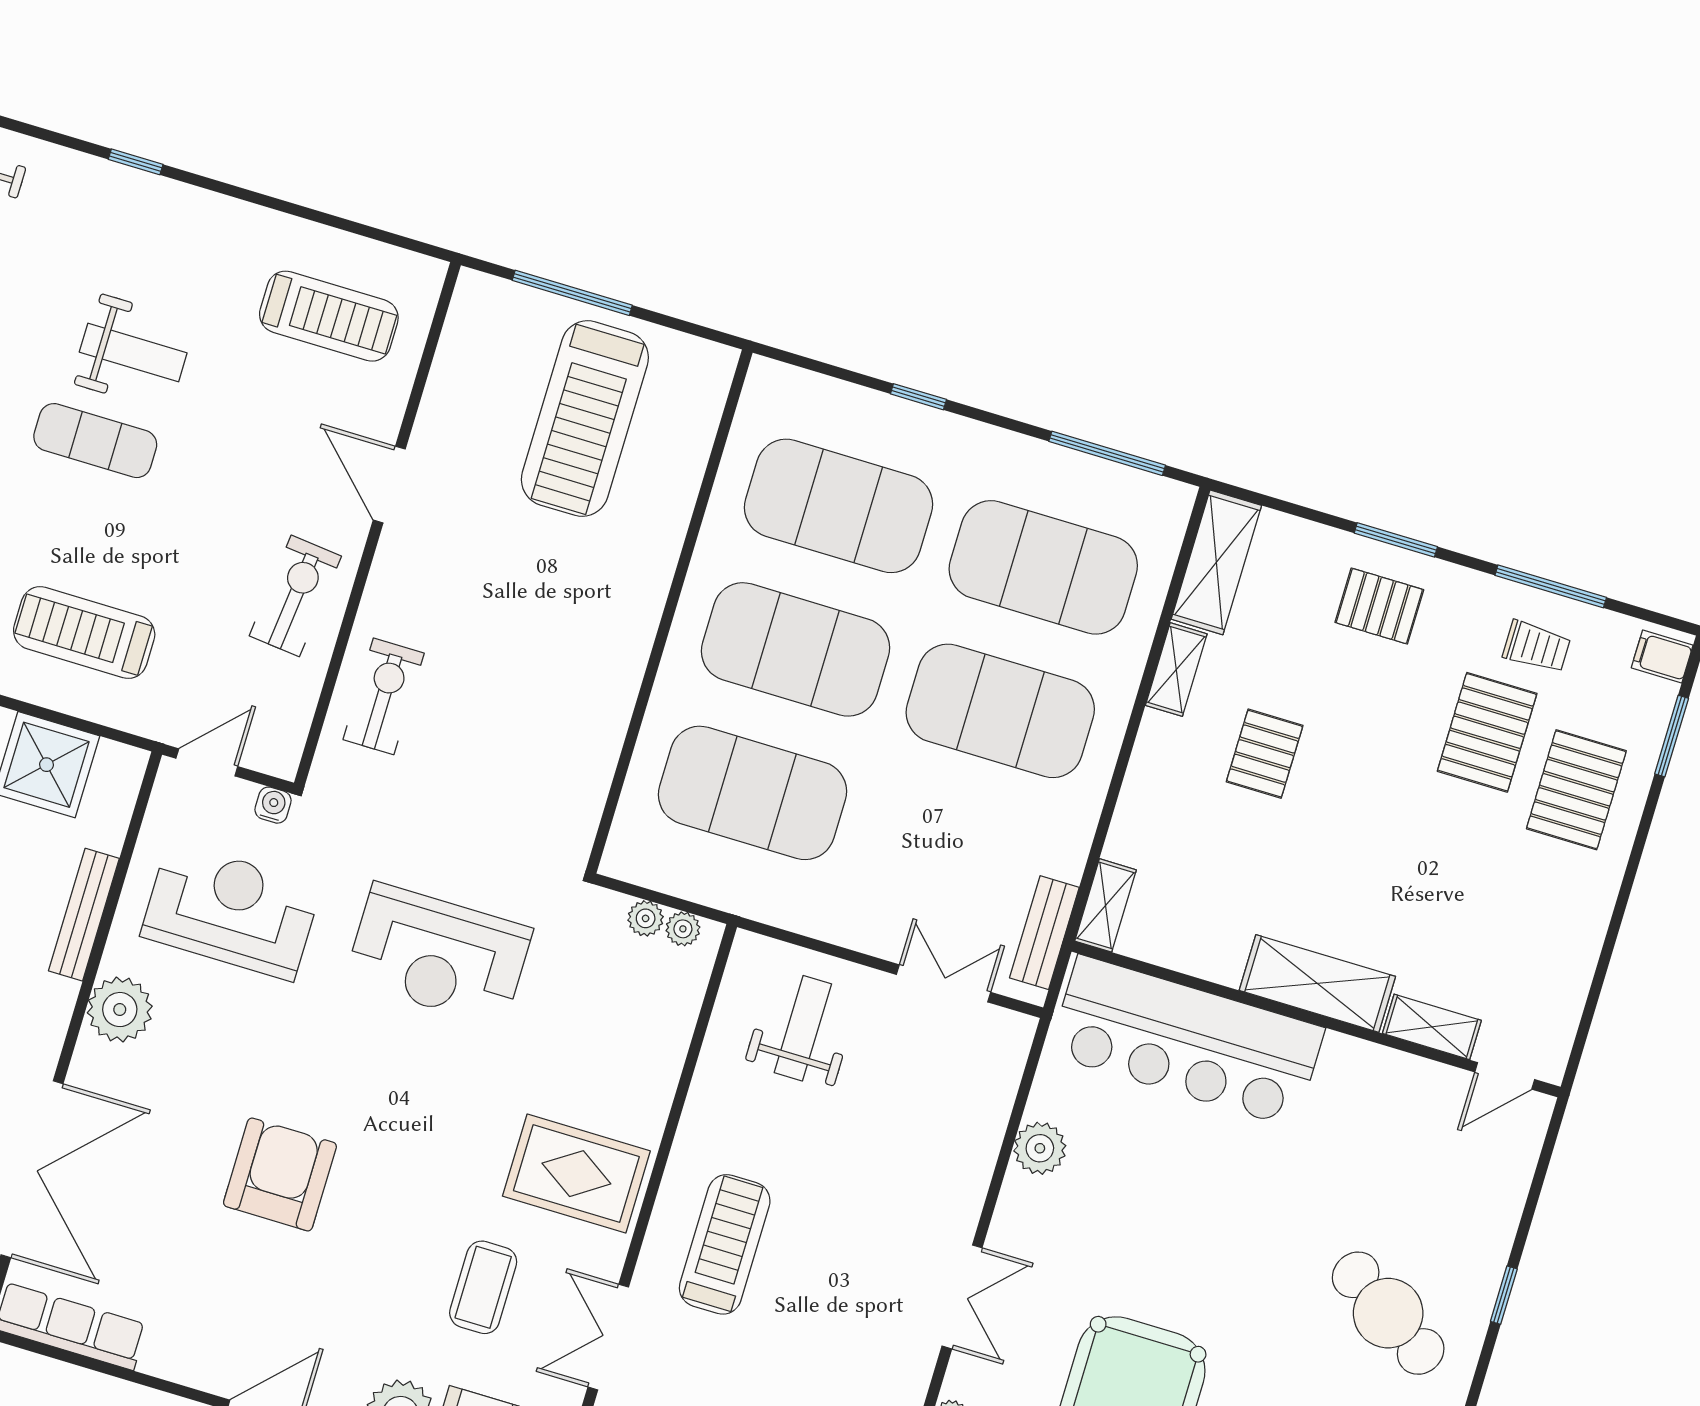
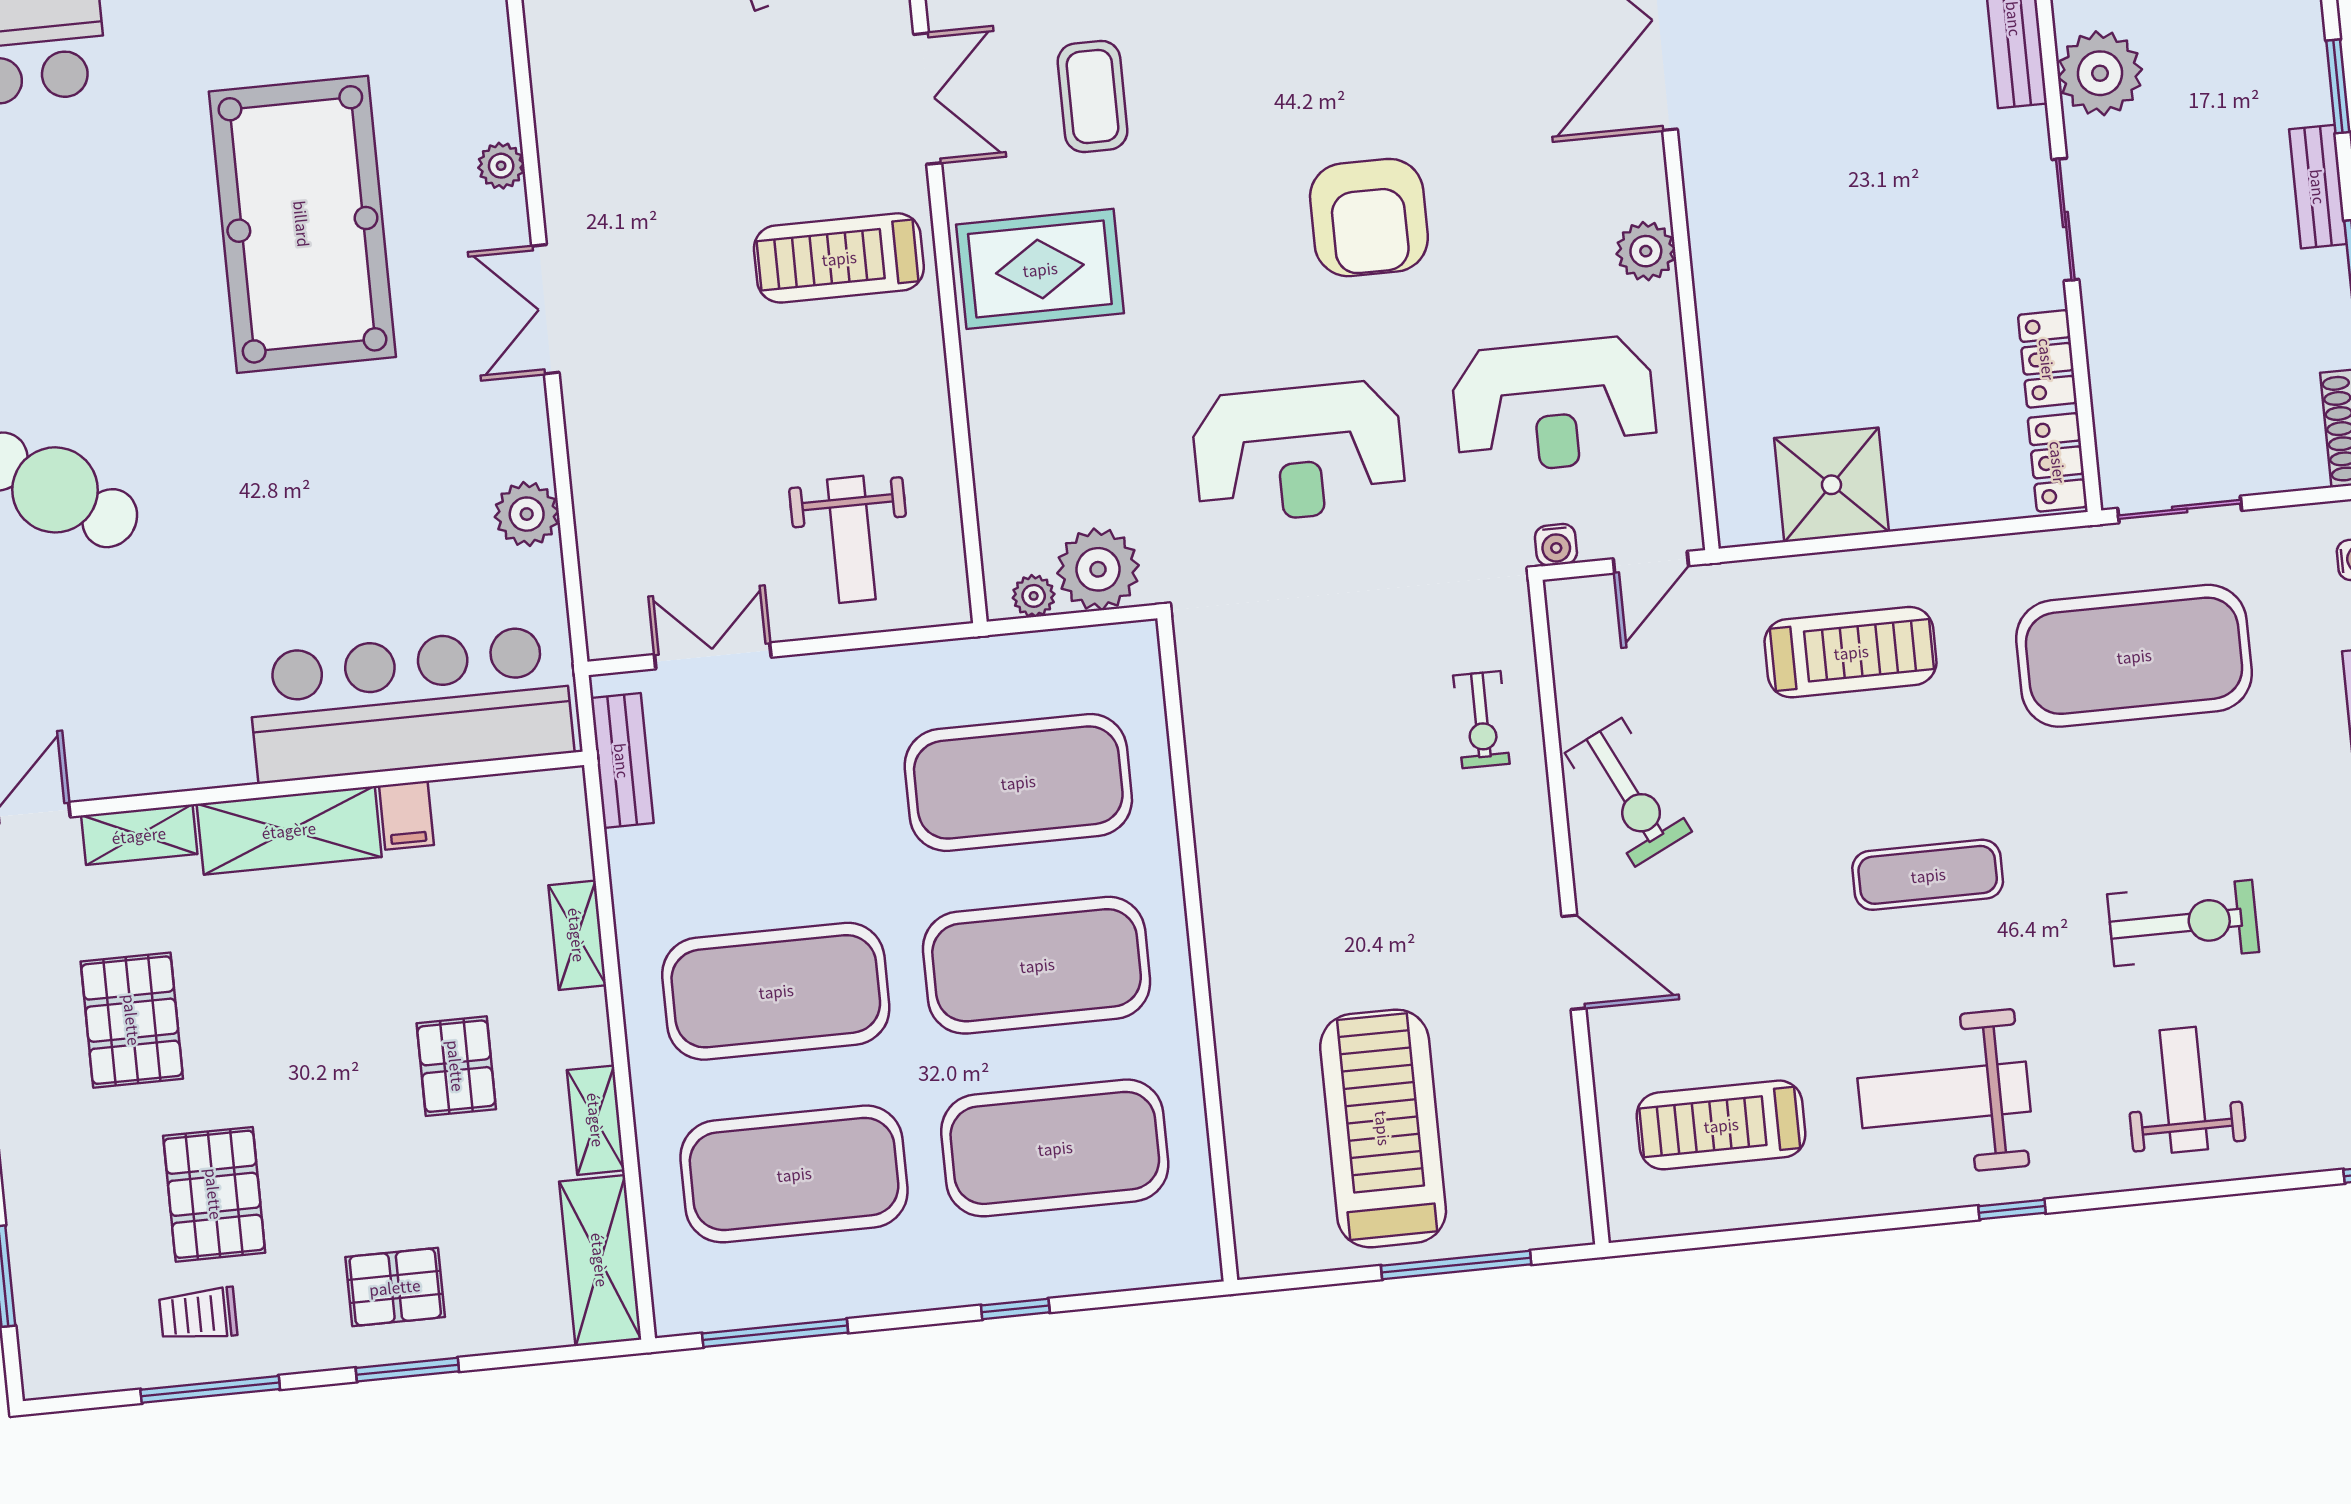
weight bench: (133, 353) -> (1944, 1095), moved, width x1.36, depth x1.33
exercise bike: (295, 596) -> (1628, 792), turned -32
filing cabinet: (1662, 656) -> (406, 815), moved, turned 90
exercise bike: (384, 696) -> (1481, 720), width x0.73, depth x0.72
pallet: (1576, 790) -> (132, 1020), moved
shelving: (1105, 905) -> (577, 935), moved
bench: (84, 915) -> (1719, 332), removed
plant: (646, 918) -> (1098, 569), width x1.88, depth x1.88
reception desk: (439, 955) -> (1298, 452), turned 180
double door: (944, 983) -> (713, 656), swing flipped
plant: (120, 1010) -> (1646, 251), width x0.73, depth x0.73
armchair: (280, 1174) -> (1369, 218), moved
treadmill: (725, 1244) -> (839, 258), turned 90

